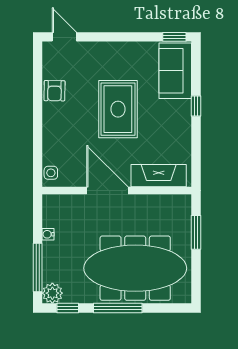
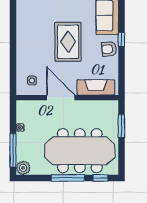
armchair: (55, 91) -> (109, 49), moved, turned 84
side table: (51, 173) -> (32, 81), moved
window: (68, 308) -> (100, 178), moved

